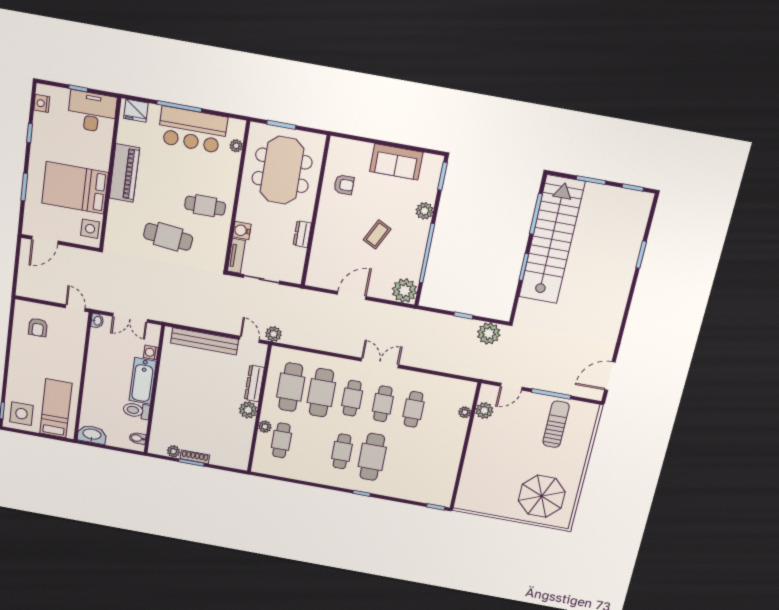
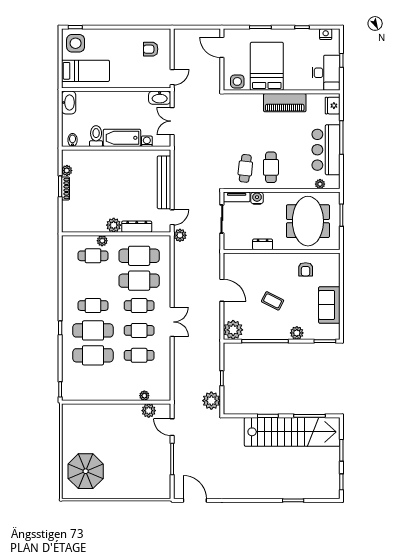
meeting table: (282, 170) -> (308, 221), turned 90
cafe table: (168, 237) -> (245, 168), moved, width x0.73, depth x0.74
washbasin: (97, 321) -> (160, 98), width x1.91, depth x1.45
sun lounger: (556, 424) -> (148, 468), removed
cafe table: (403, 462) -> (93, 355), added

